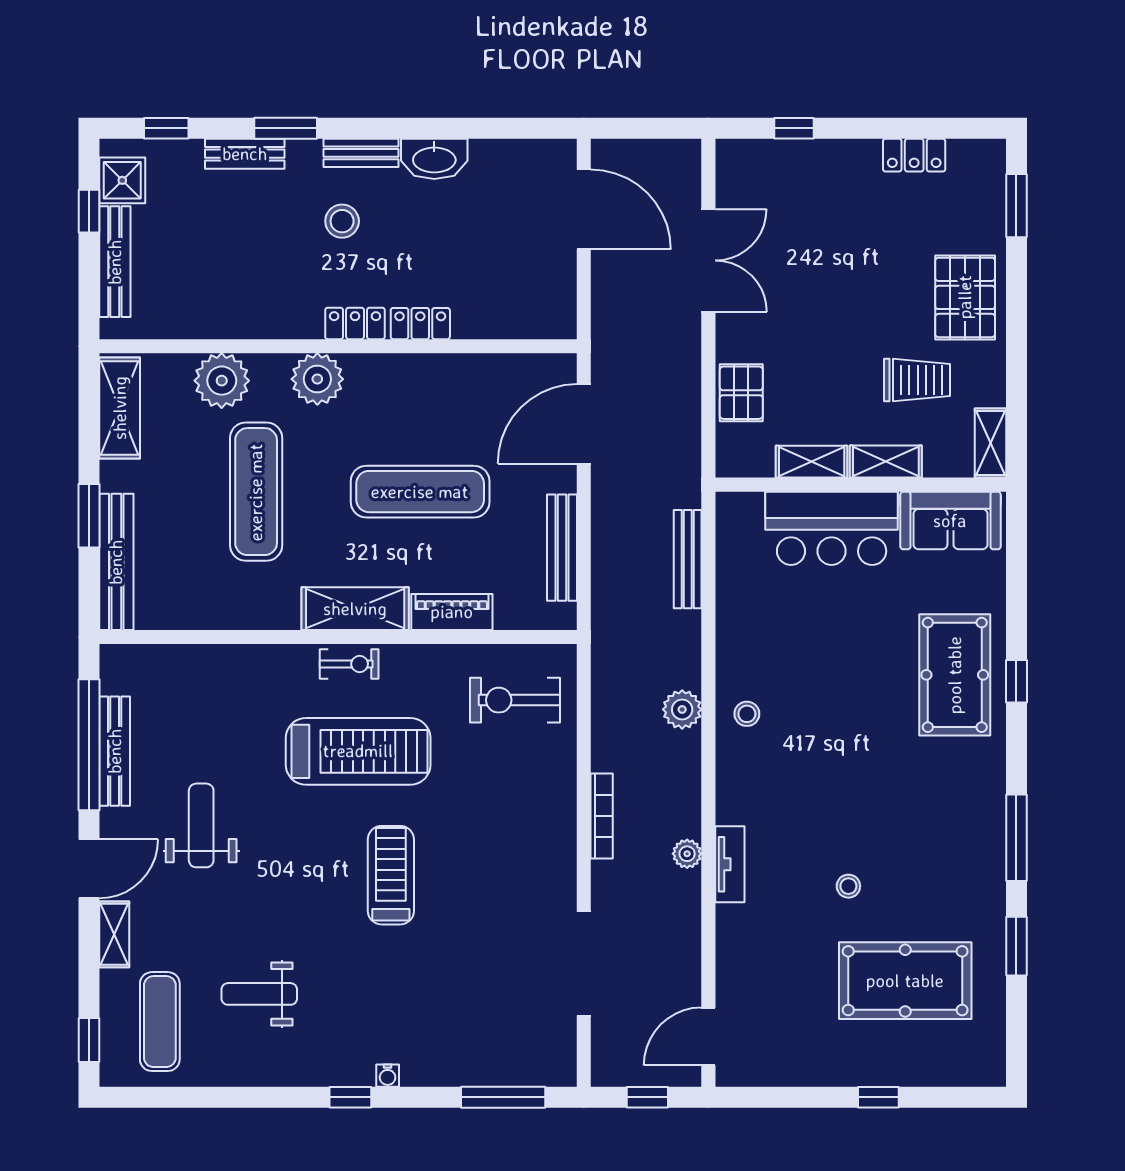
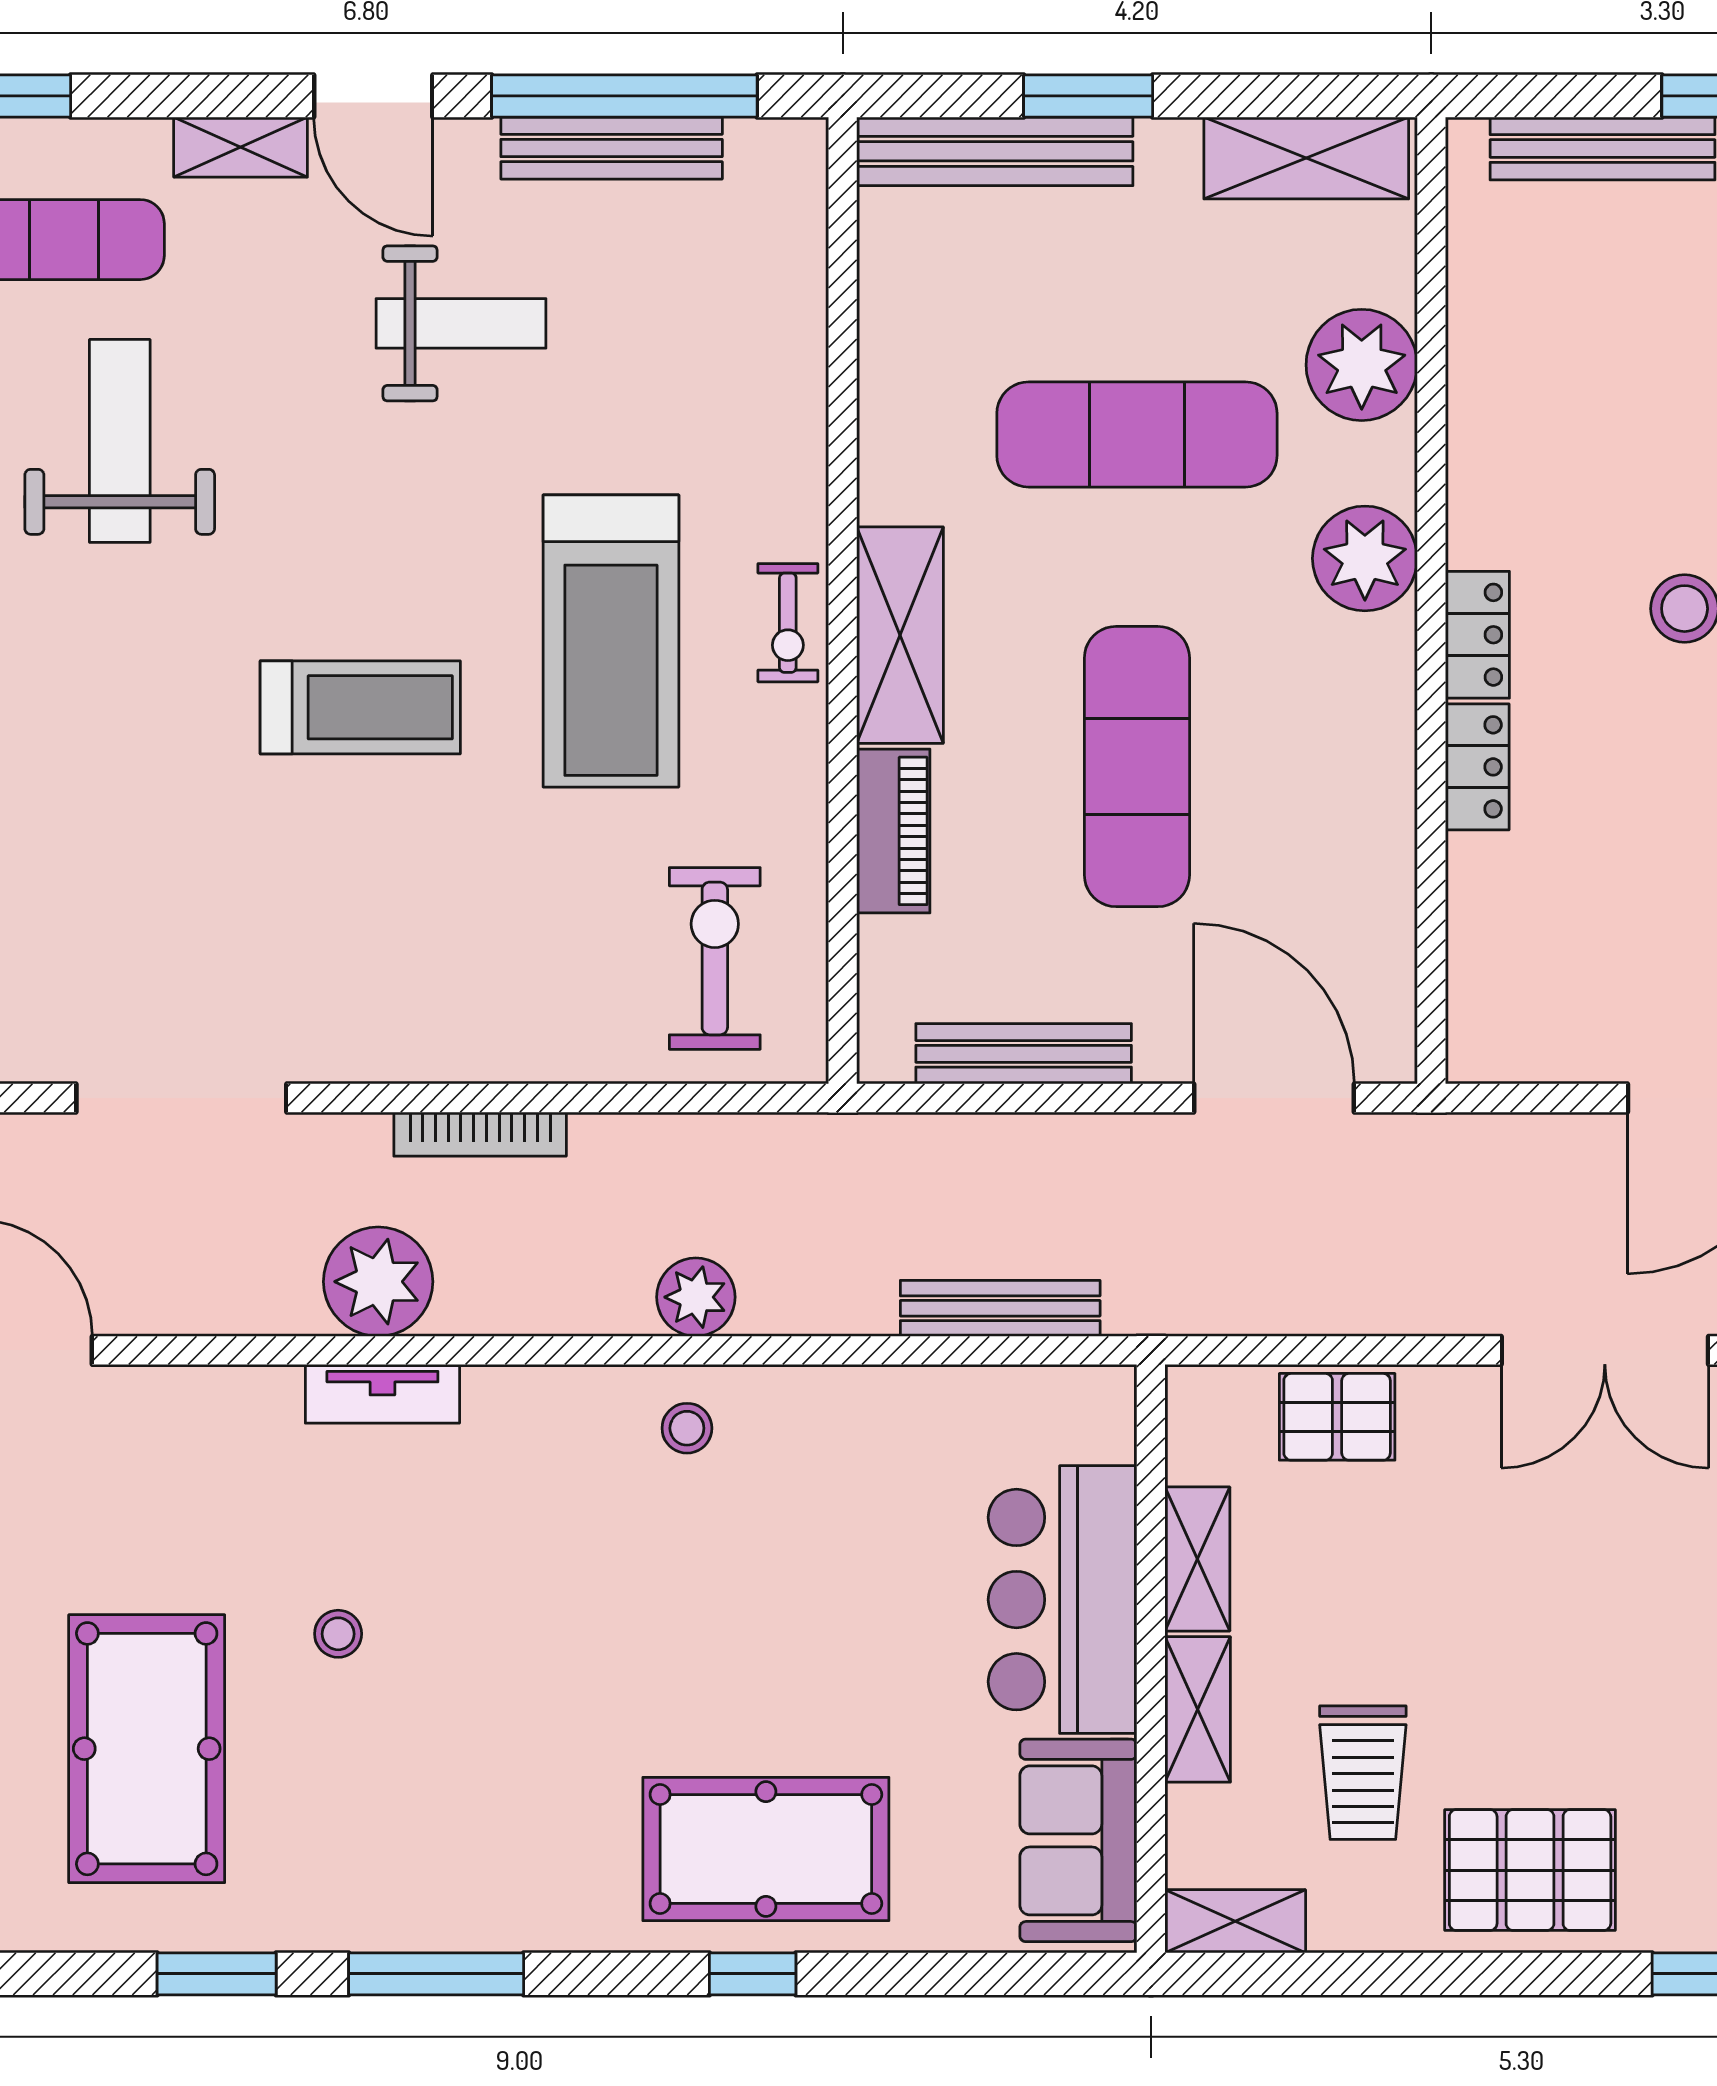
plant: (687, 854) -> (378, 1282), width x1.88, depth x1.88
weight bench: (259, 994) -> (120, 441), width x1.36, depth x1.33

